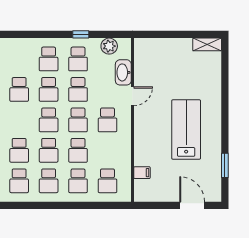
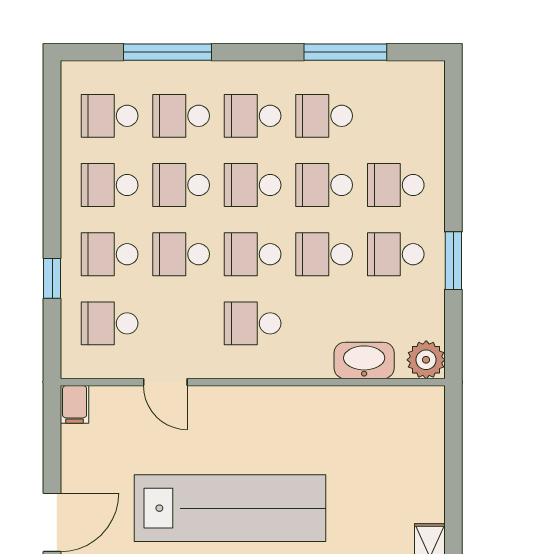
window: (81, 34) -> (453, 261), width x1.50
plant: (109, 46) -> (426, 360), moved
door: (132, 96) -> (165, 382), moved
school desk: (19, 120) -> (253, 116), added
lab bench: (186, 130) -> (230, 508), width x1.36
filing cabinet: (142, 173) -> (75, 404), moved
window: (88, 205) -> (52, 278), added

